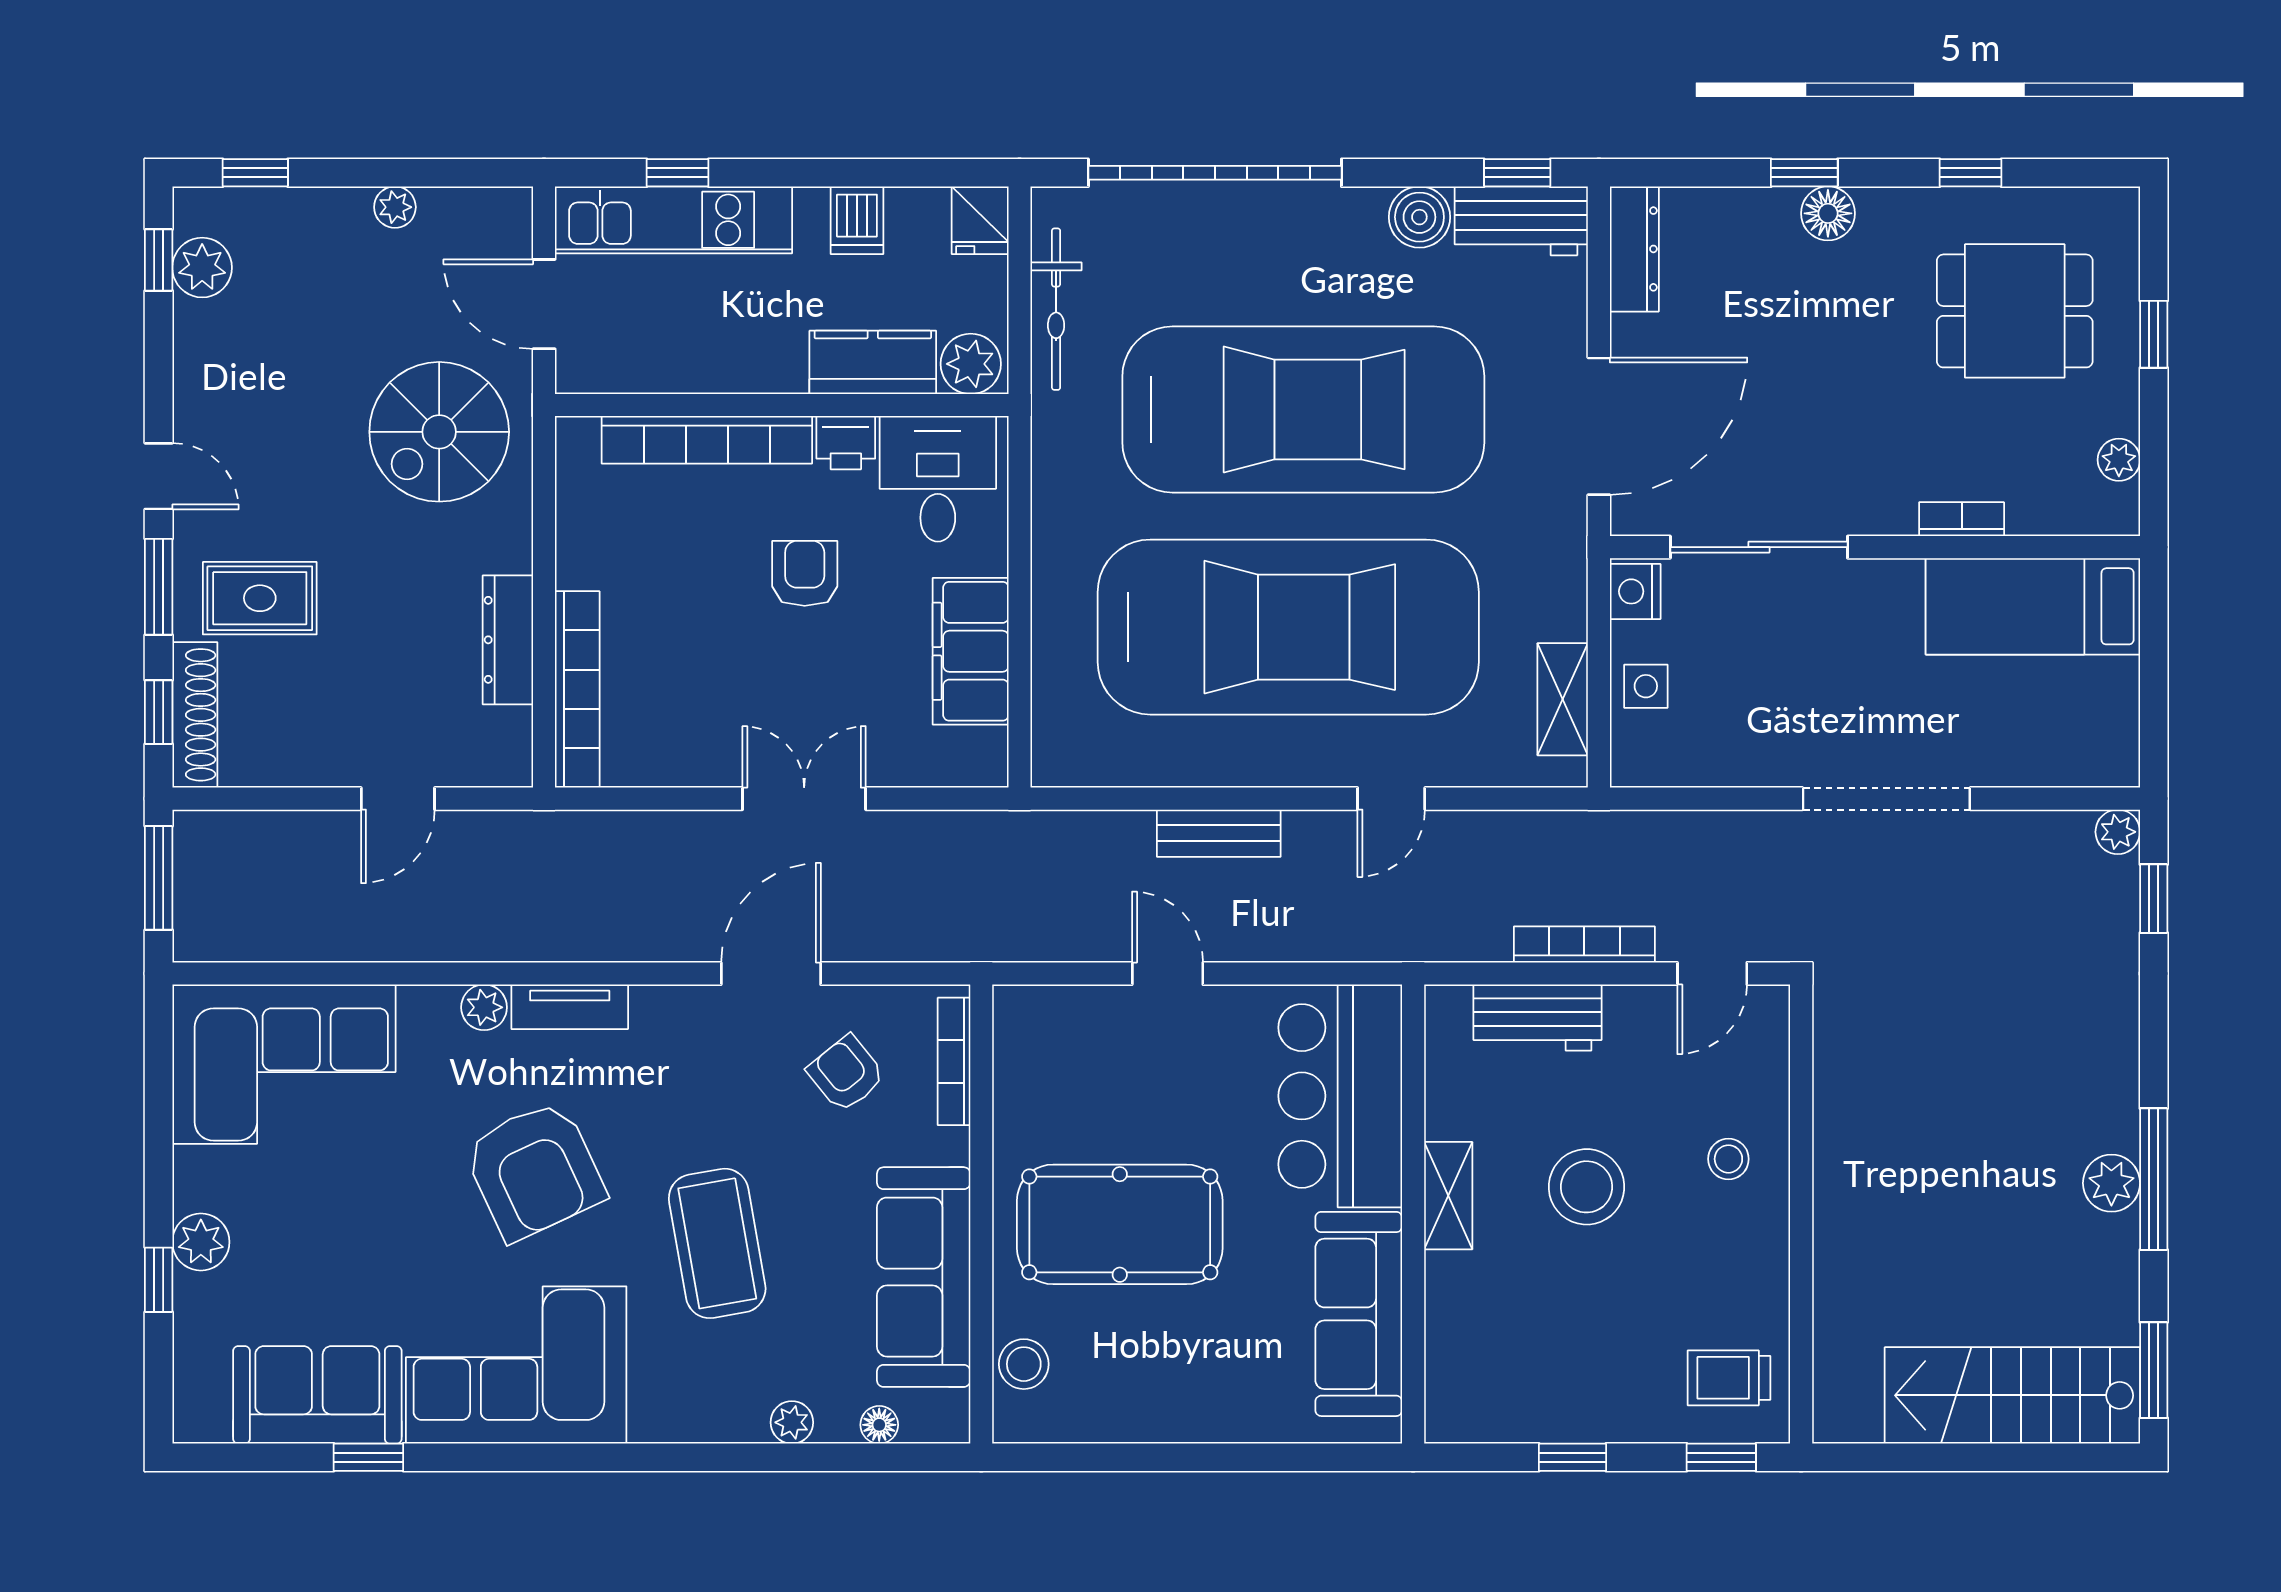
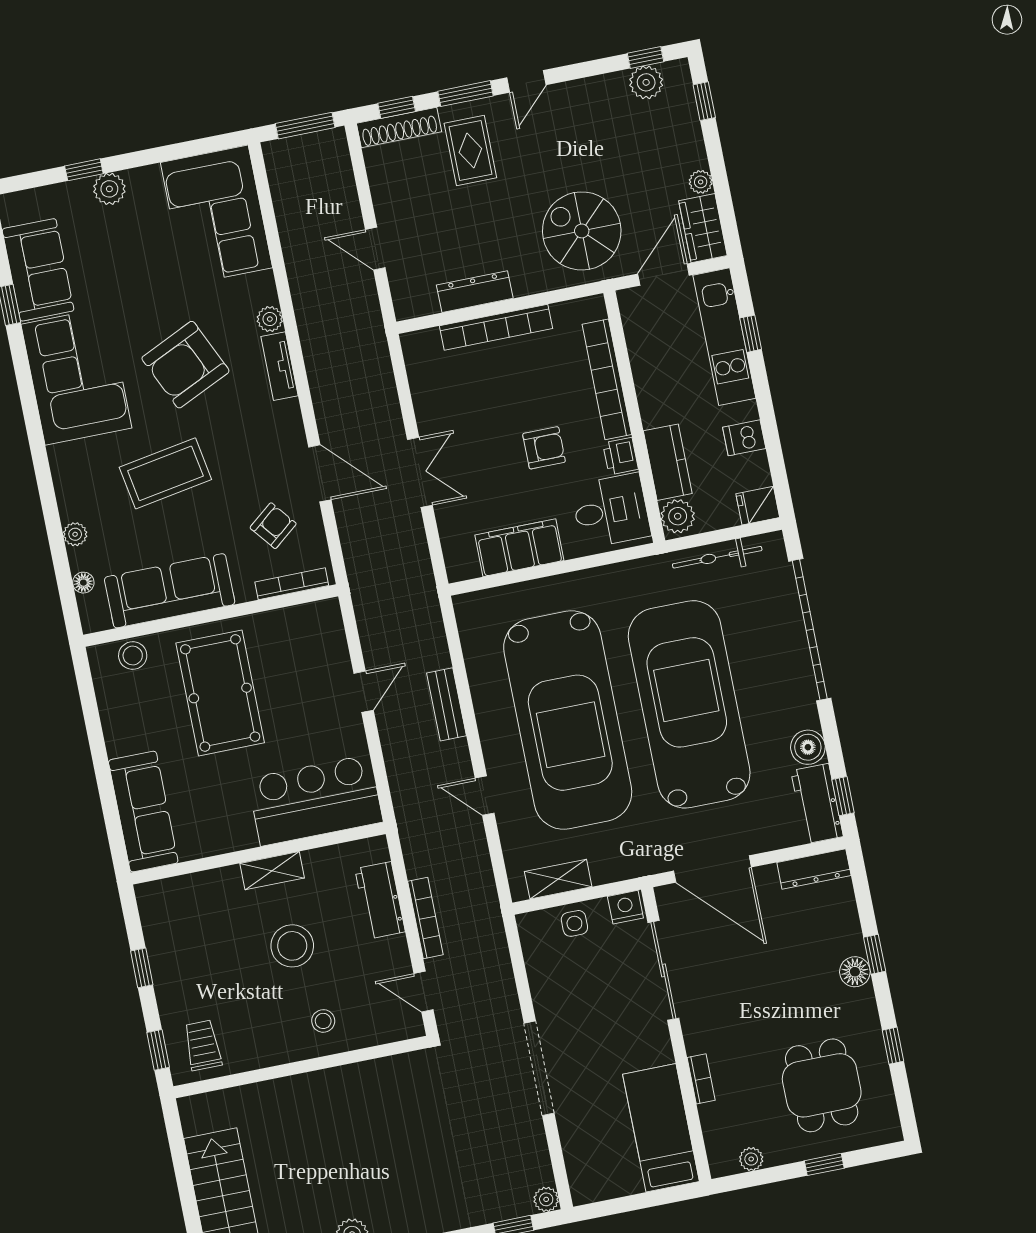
wardrobe: (477, 219) -> (703, 228), added
car: (1303, 409) -> (689, 704), turned 180
bookcase: (577, 689) -> (496, 327), moved
sofa: (1359, 1314) -> (143, 812), moved, turned 90

